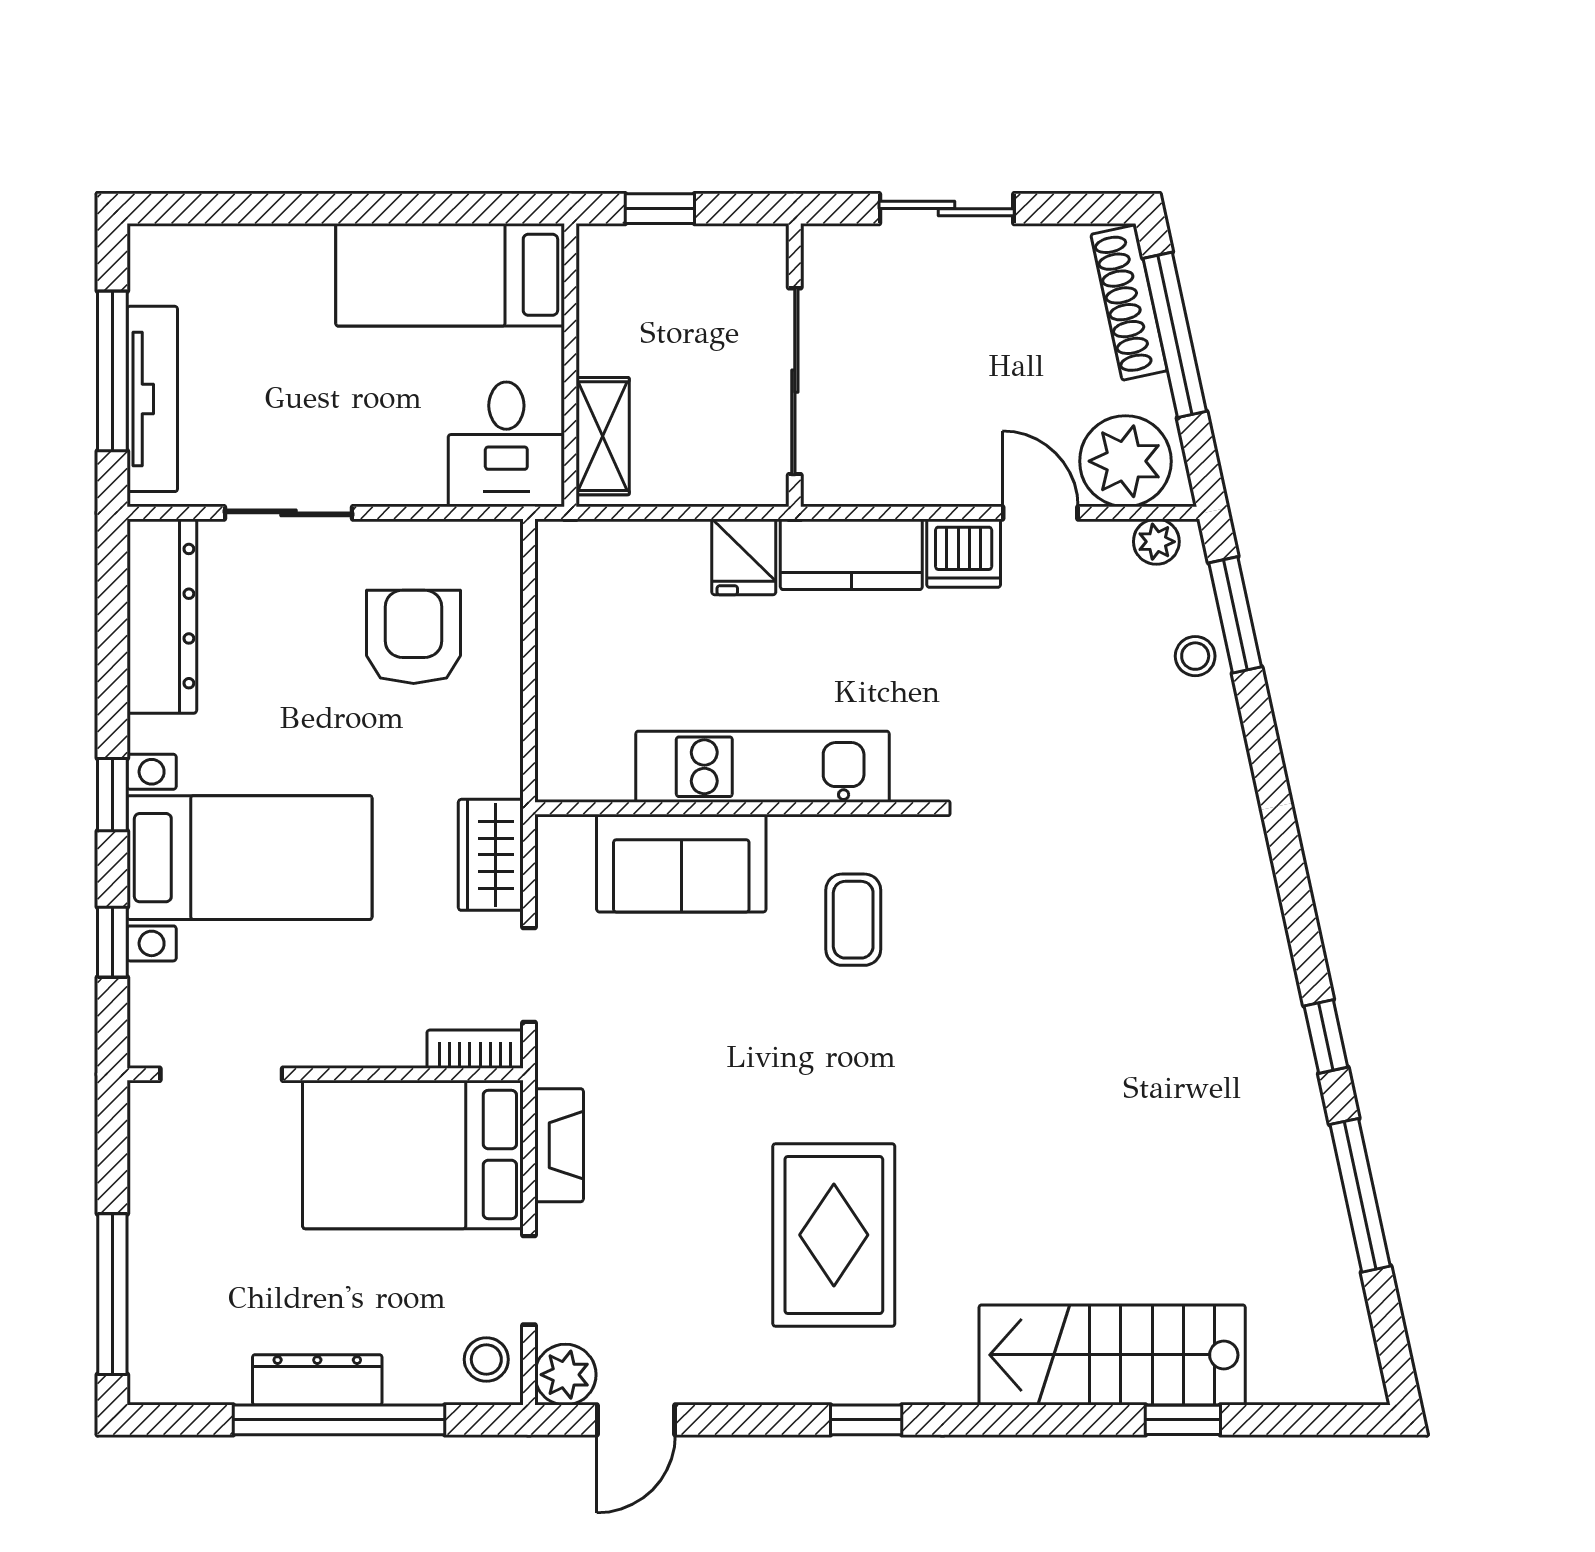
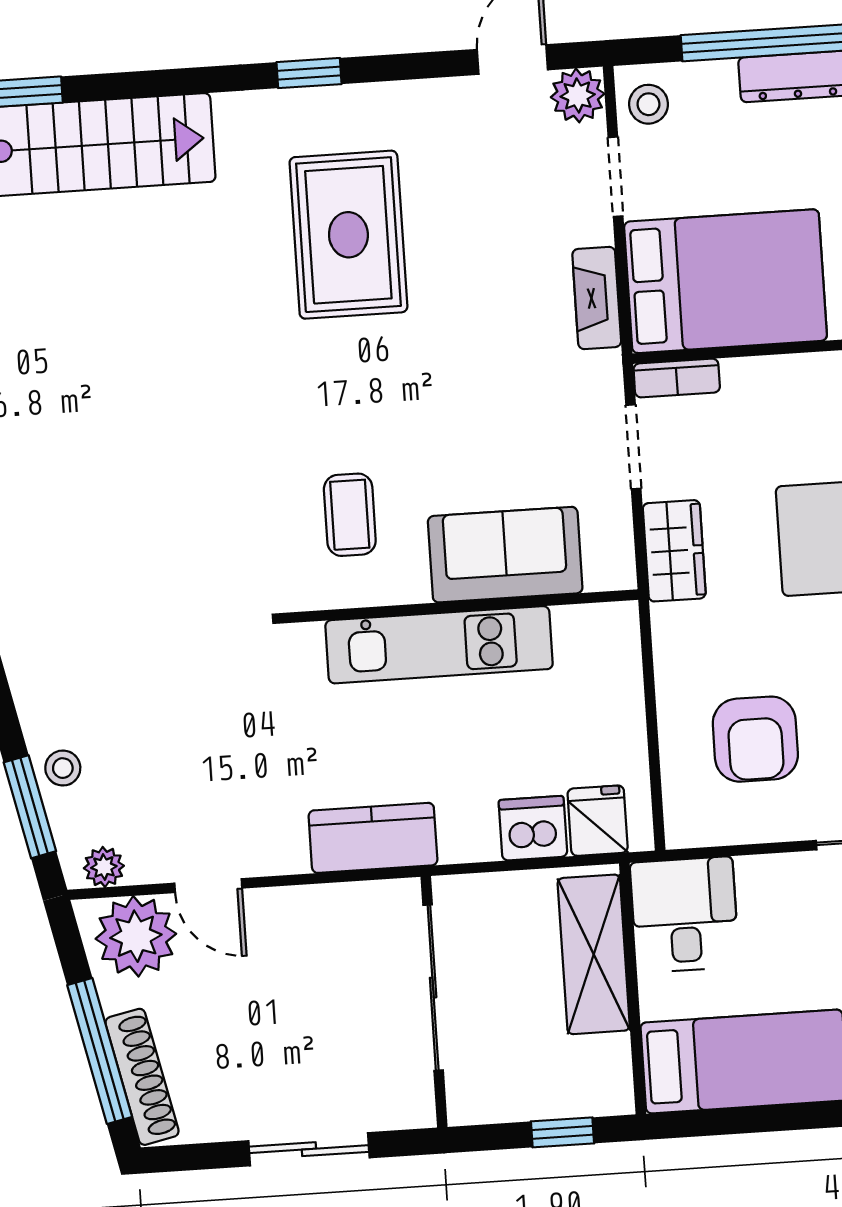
shelving: (603, 436) -> (594, 954), width x1.50, depth x1.33
dishwasher: (964, 553) -> (533, 828), moved
fridge: (744, 557) -> (598, 821), moved

